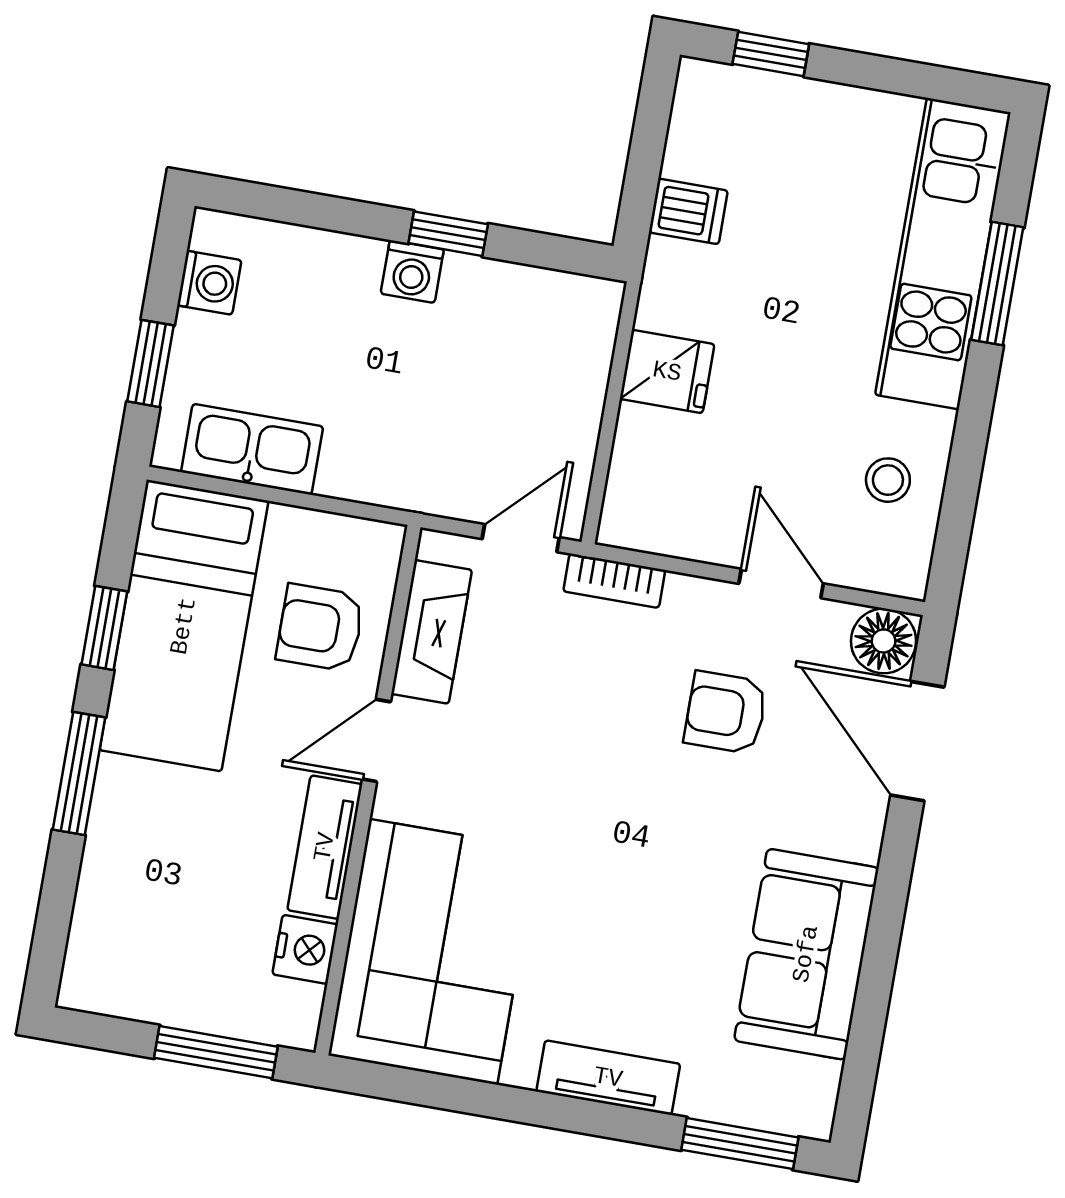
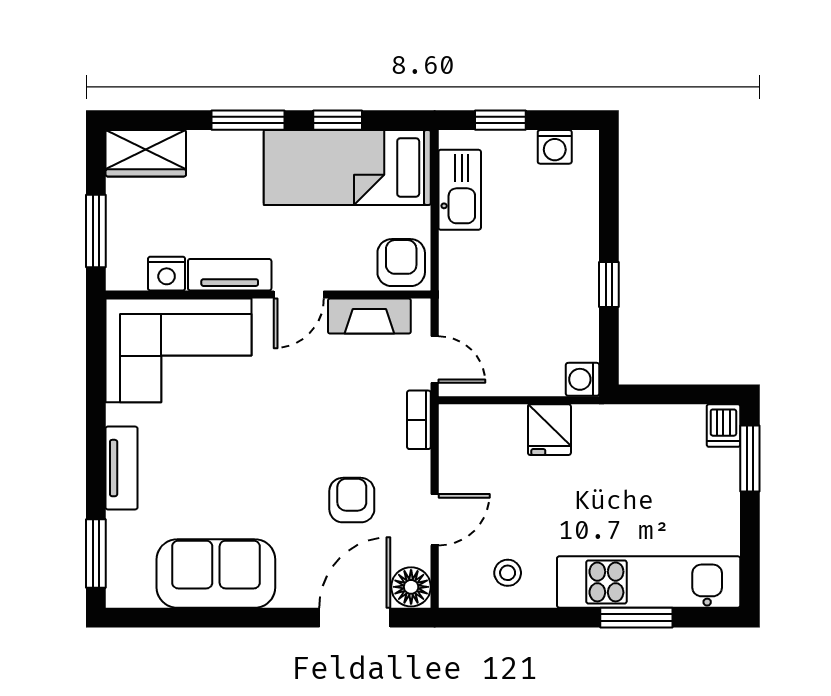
window: (771, 54) -> (750, 458), width x1.50
dishwasher: (688, 211) -> (723, 426), moved
washing machine: (412, 272) -> (583, 379), moved
armchair: (320, 628) -> (401, 263), moved
door: (377, 740) -> (299, 294), swing flipped
wardrobe: (104, 949) -> (146, 153), added

